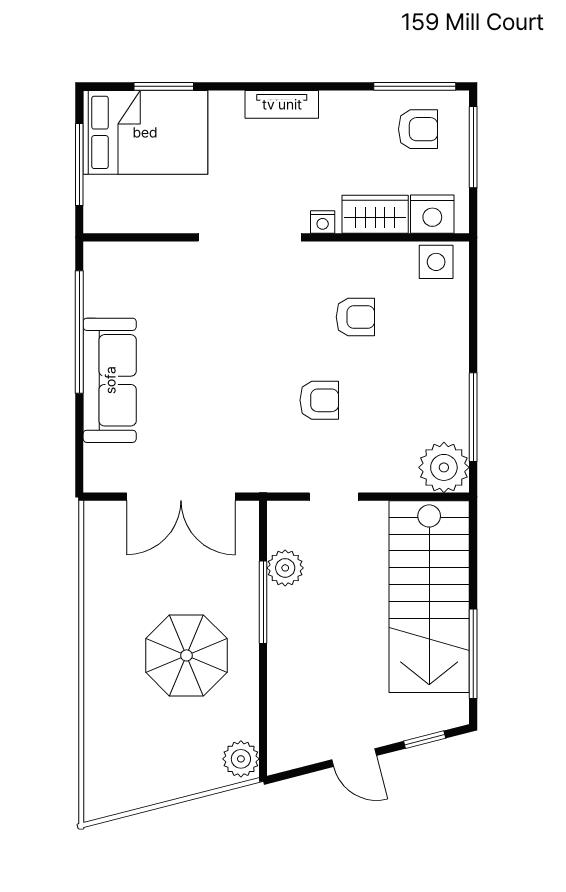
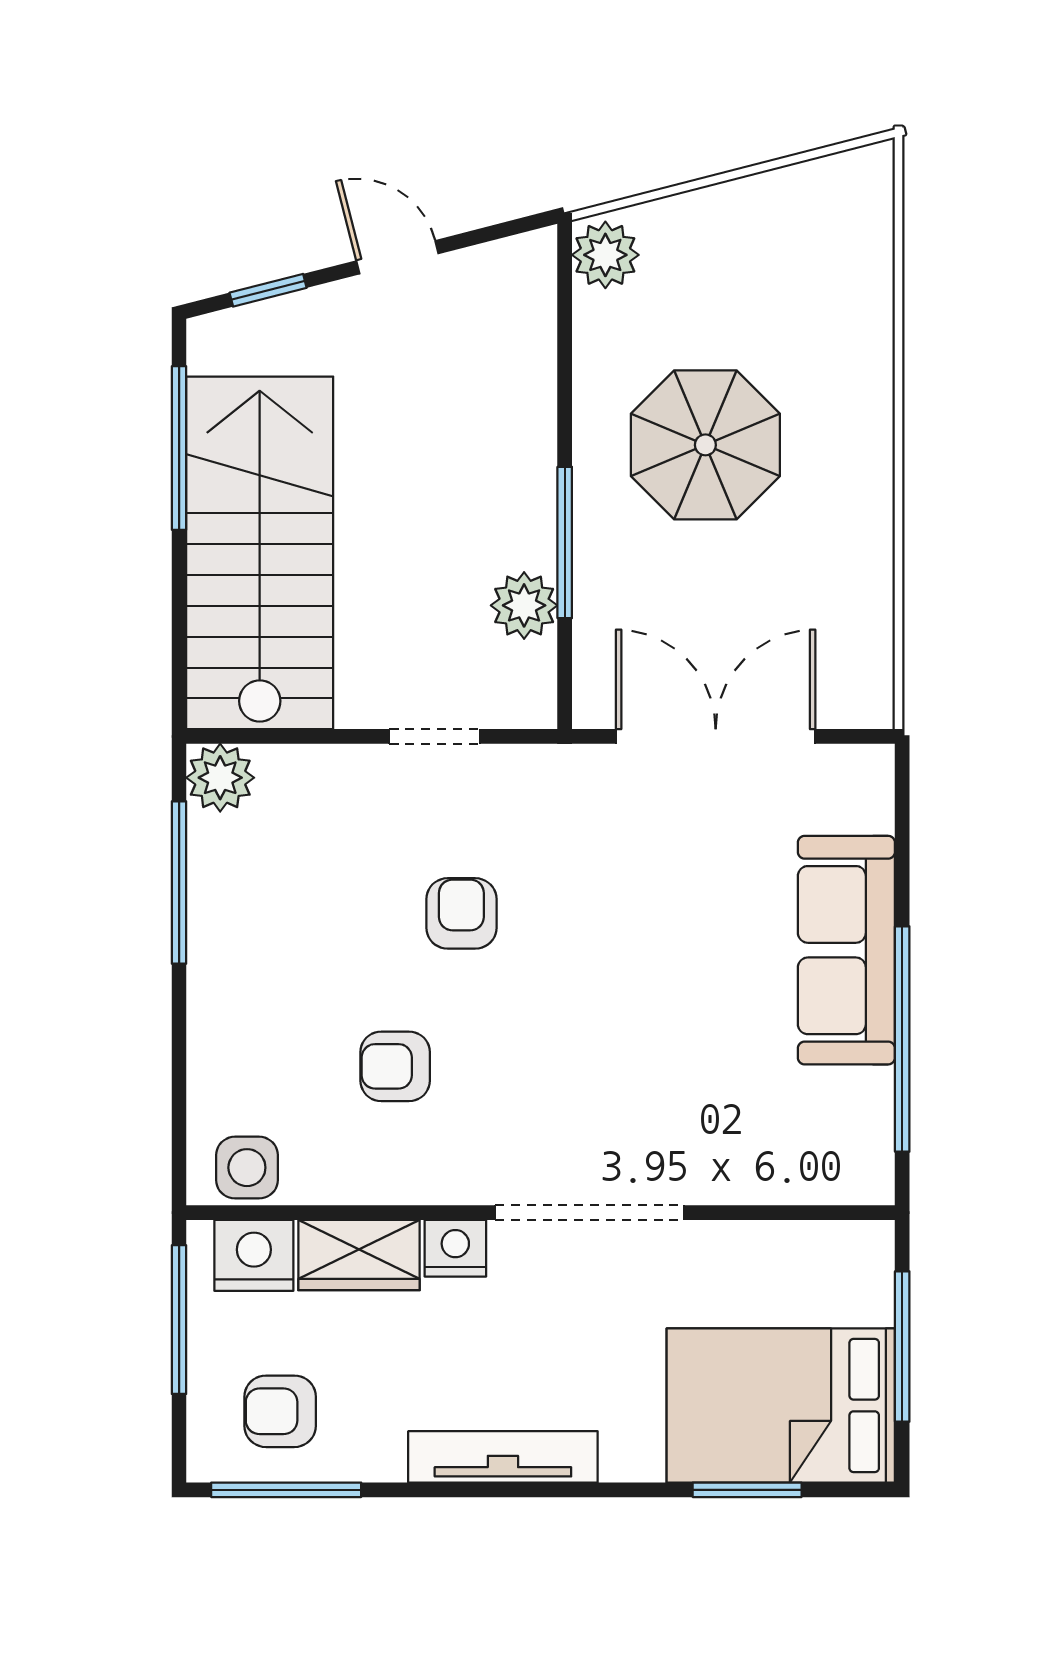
tv unit: (282, 104) -> (503, 1457), width x1.41
window: (473, 147) -> (179, 1320), moved
nightstand: (323, 222) -> (455, 1248), width x1.39, depth x1.35
armchair: (319, 400) -> (461, 913), turned 90
plant: (444, 467) -> (220, 778), width x0.73, depth x0.73

